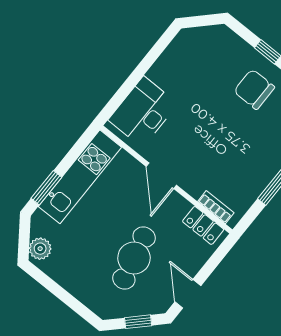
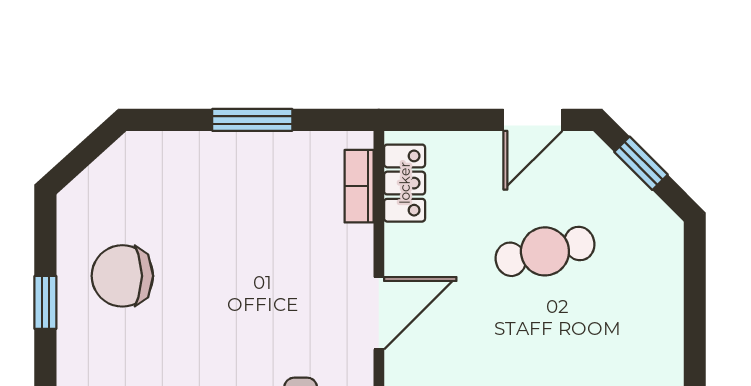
chair: (254, 89) -> (122, 276), turned 90
cafe table: (134, 258) -> (545, 251), width x0.73, depth x0.74

